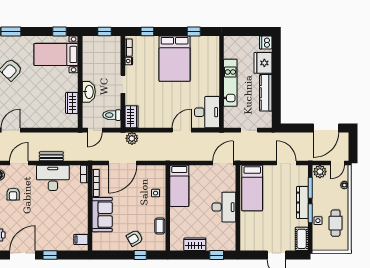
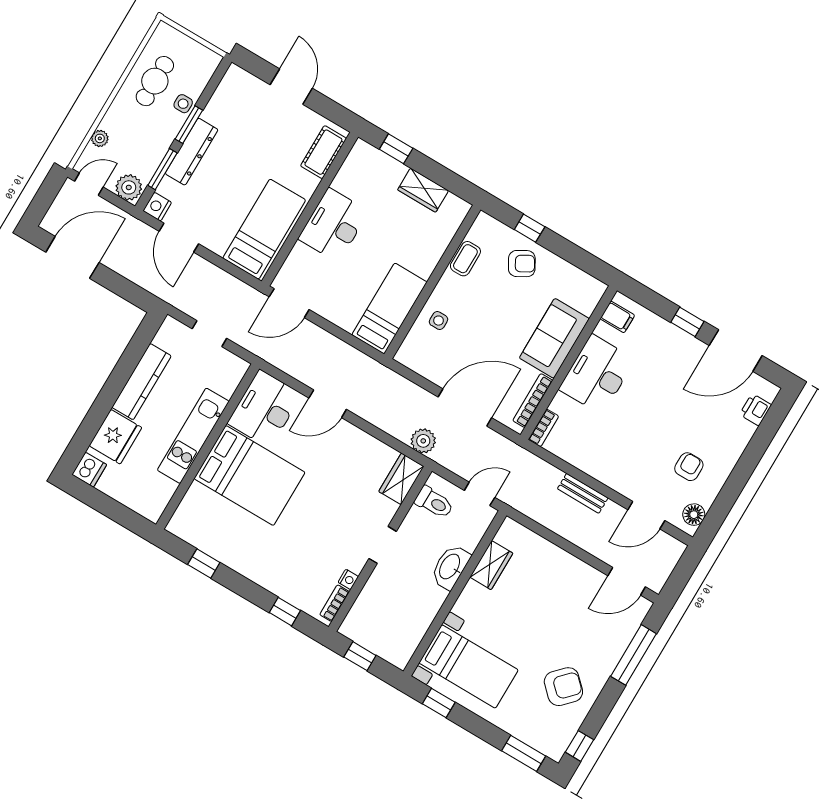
bed: (175, 59) -> (250, 476), moved, turned 90
nightstand: (303, 171) -> (157, 207), added
desk: (53, 178) -> (597, 374), moved, turned 90
cot: (302, 239) -> (323, 152), moved

